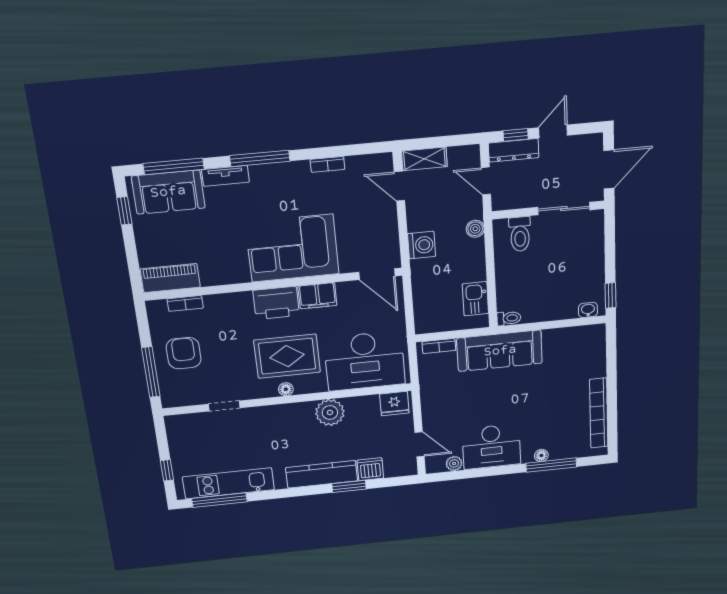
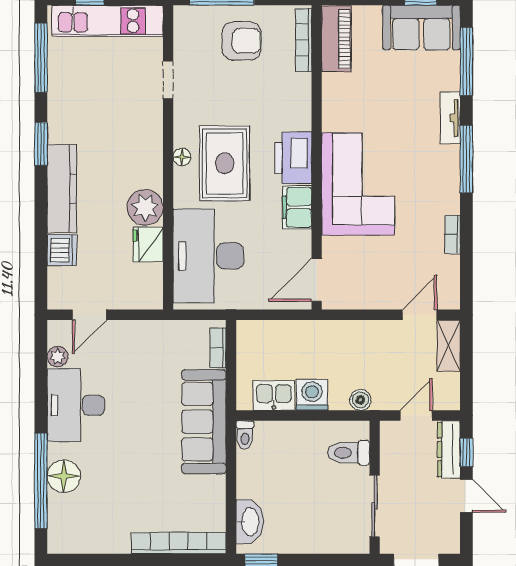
sofa: (168, 192) -> (421, 27), moved, turned -90
washing machine: (422, 245) -> (312, 395), moved, turned 180
bookcase: (185, 303) -> (304, 40), width x1.56
washbasin: (588, 310) -> (250, 522), width x1.91, depth x1.45
fridge: (394, 404) -> (148, 245), moved
bookcase: (599, 413) -> (179, 543), moved
floor lamp: (541, 455) -> (64, 476), width x1.89, depth x1.89
window: (551, 465) -> (41, 481), width x1.46
kitchen unit: (228, 483) -> (107, 21), moved, turned 90
window: (349, 486) -> (41, 144), moved

